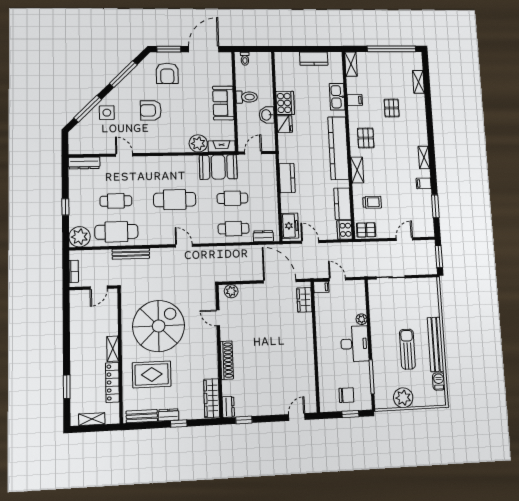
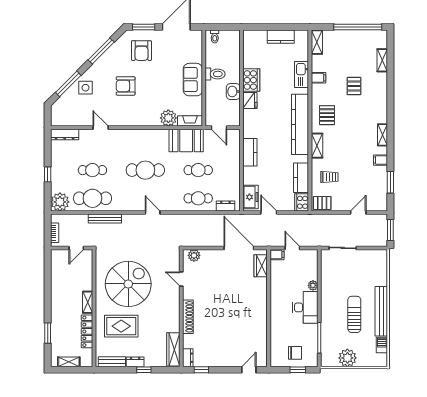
door: (253, 153) -> (219, 128), swing flipped

